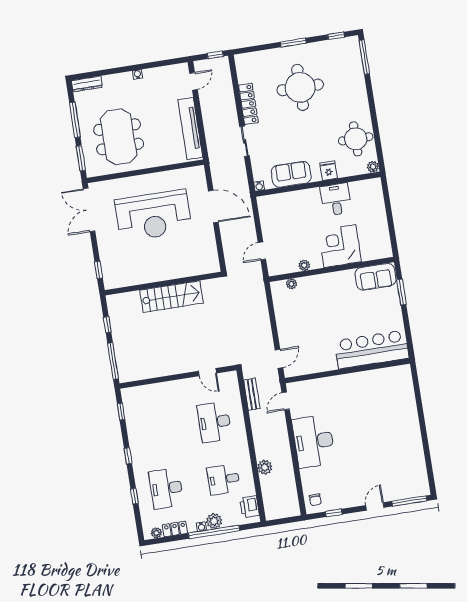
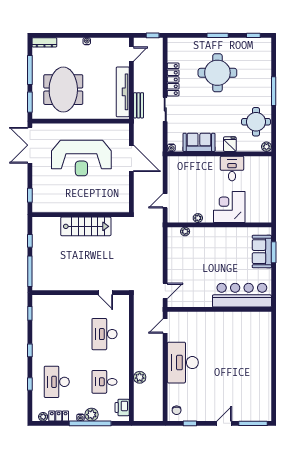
window: (364, 57) -> (274, 91), moved
sofa: (376, 277) -> (262, 252), moved, turned 90
bench: (252, 394) -> (139, 105), moved

